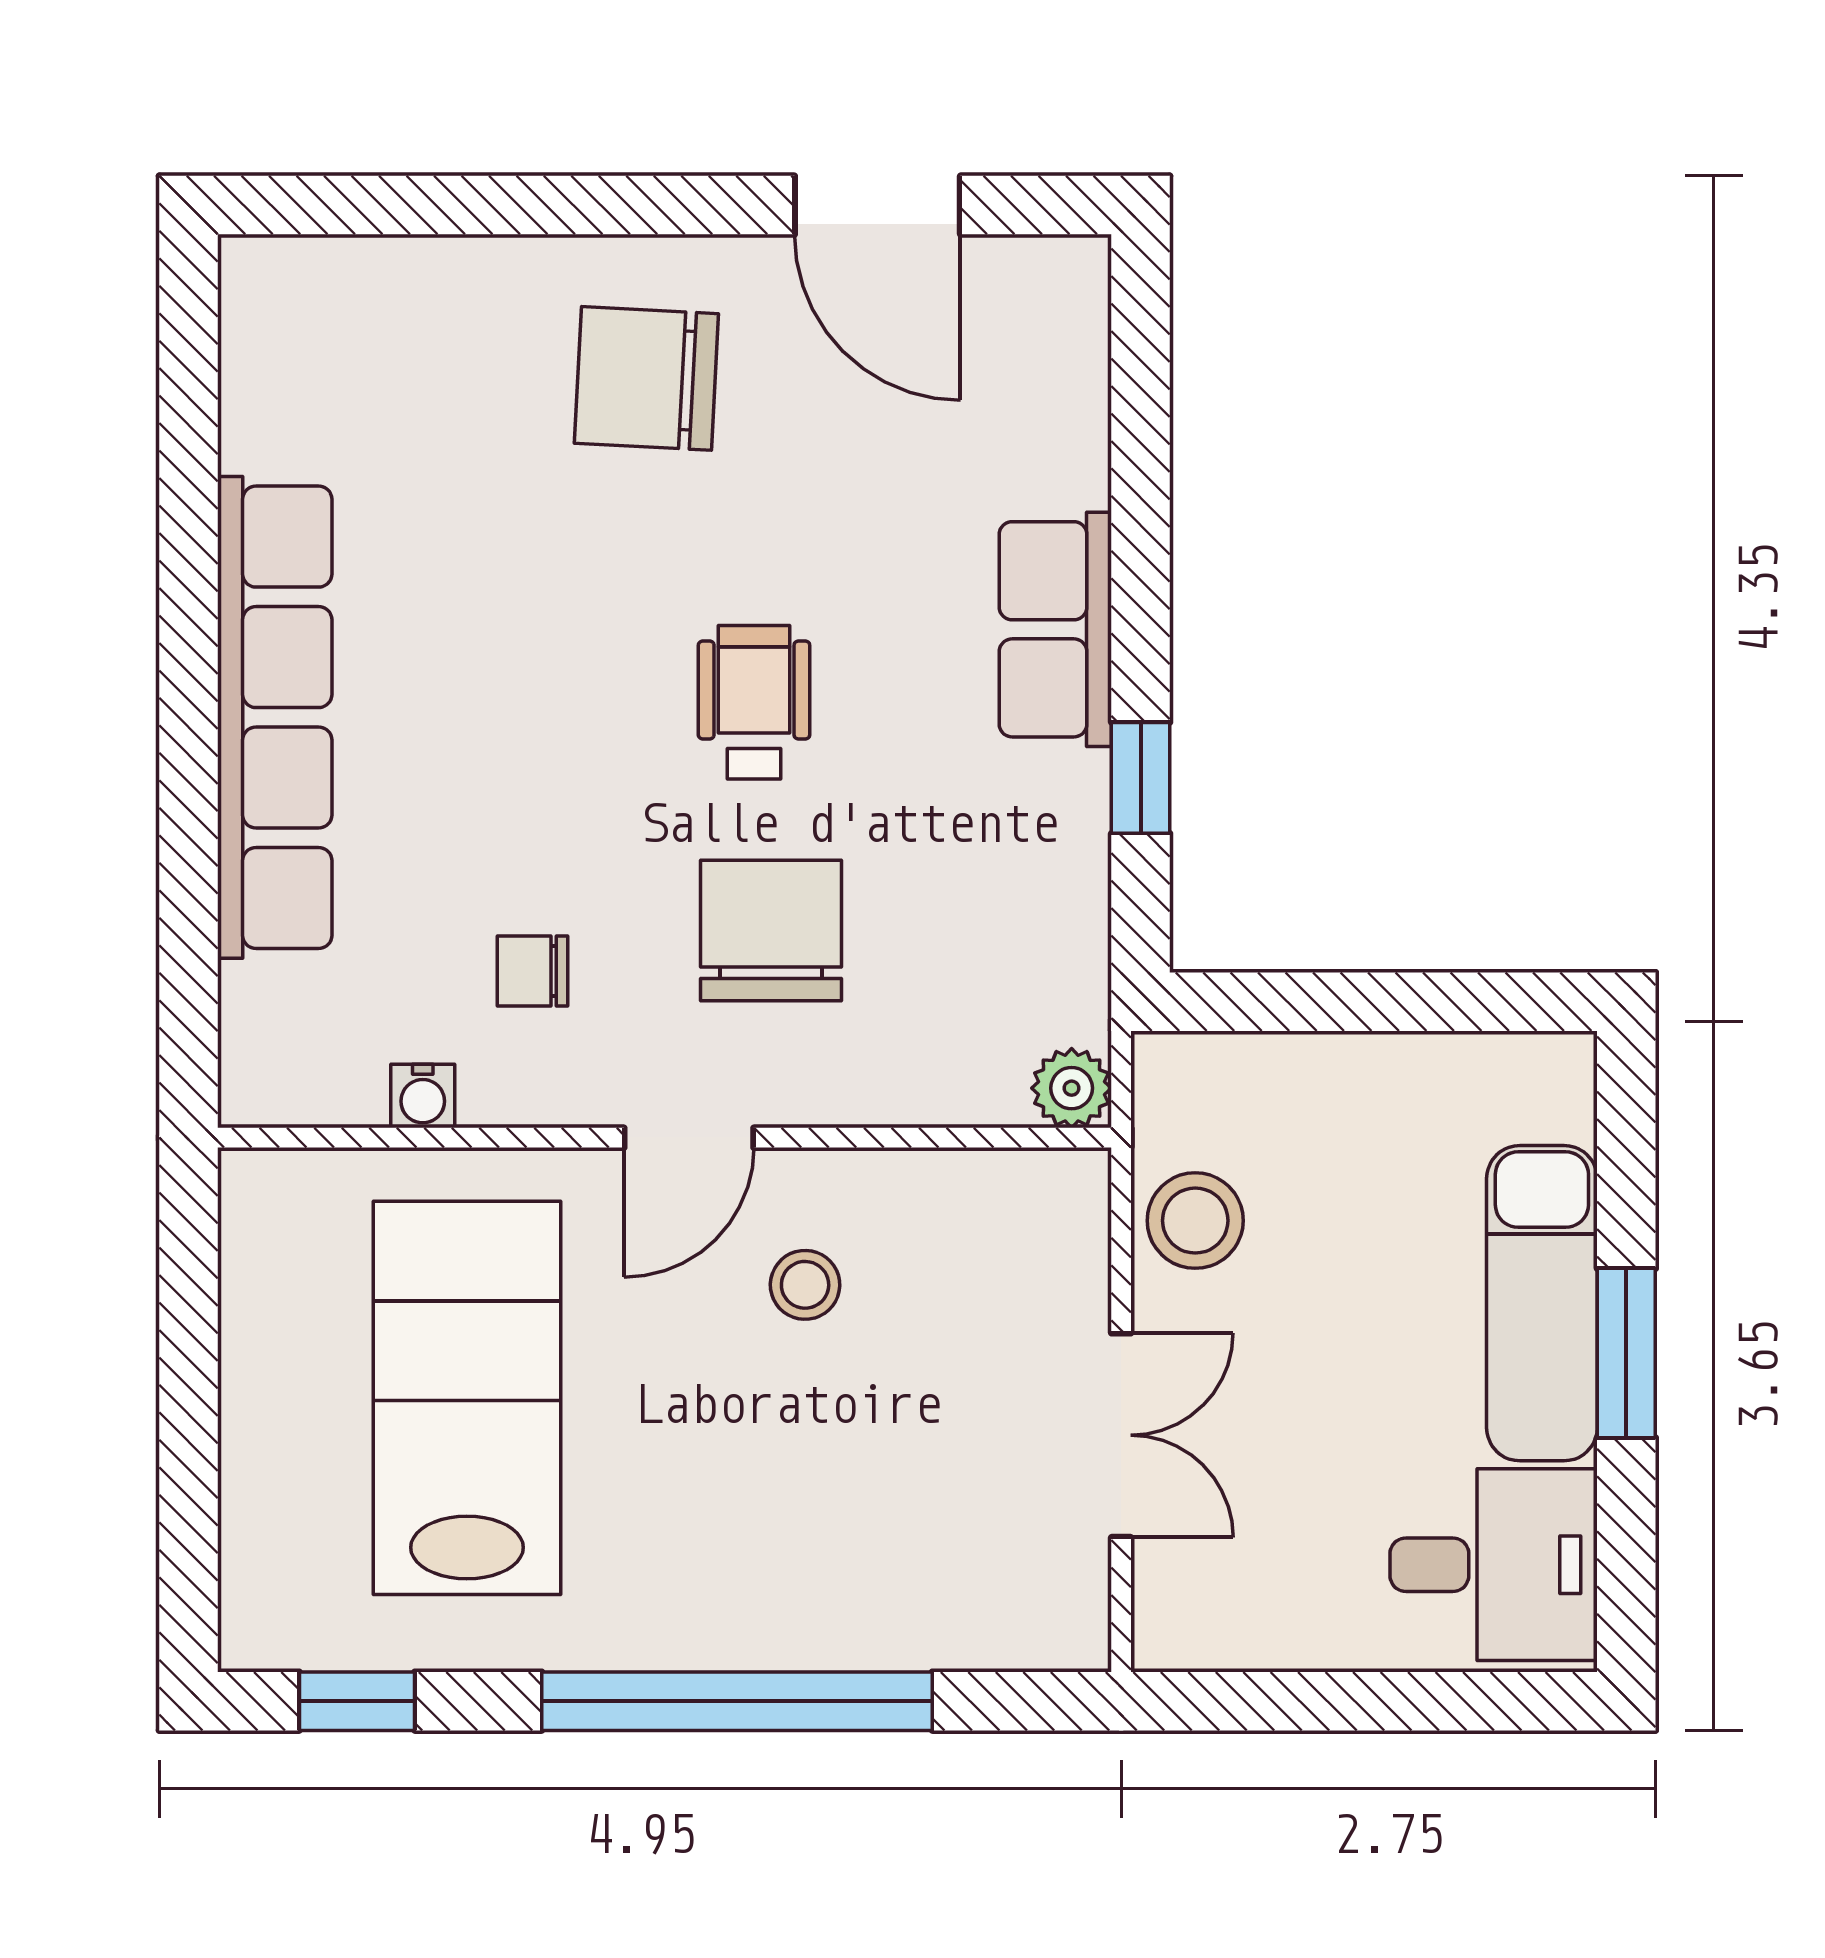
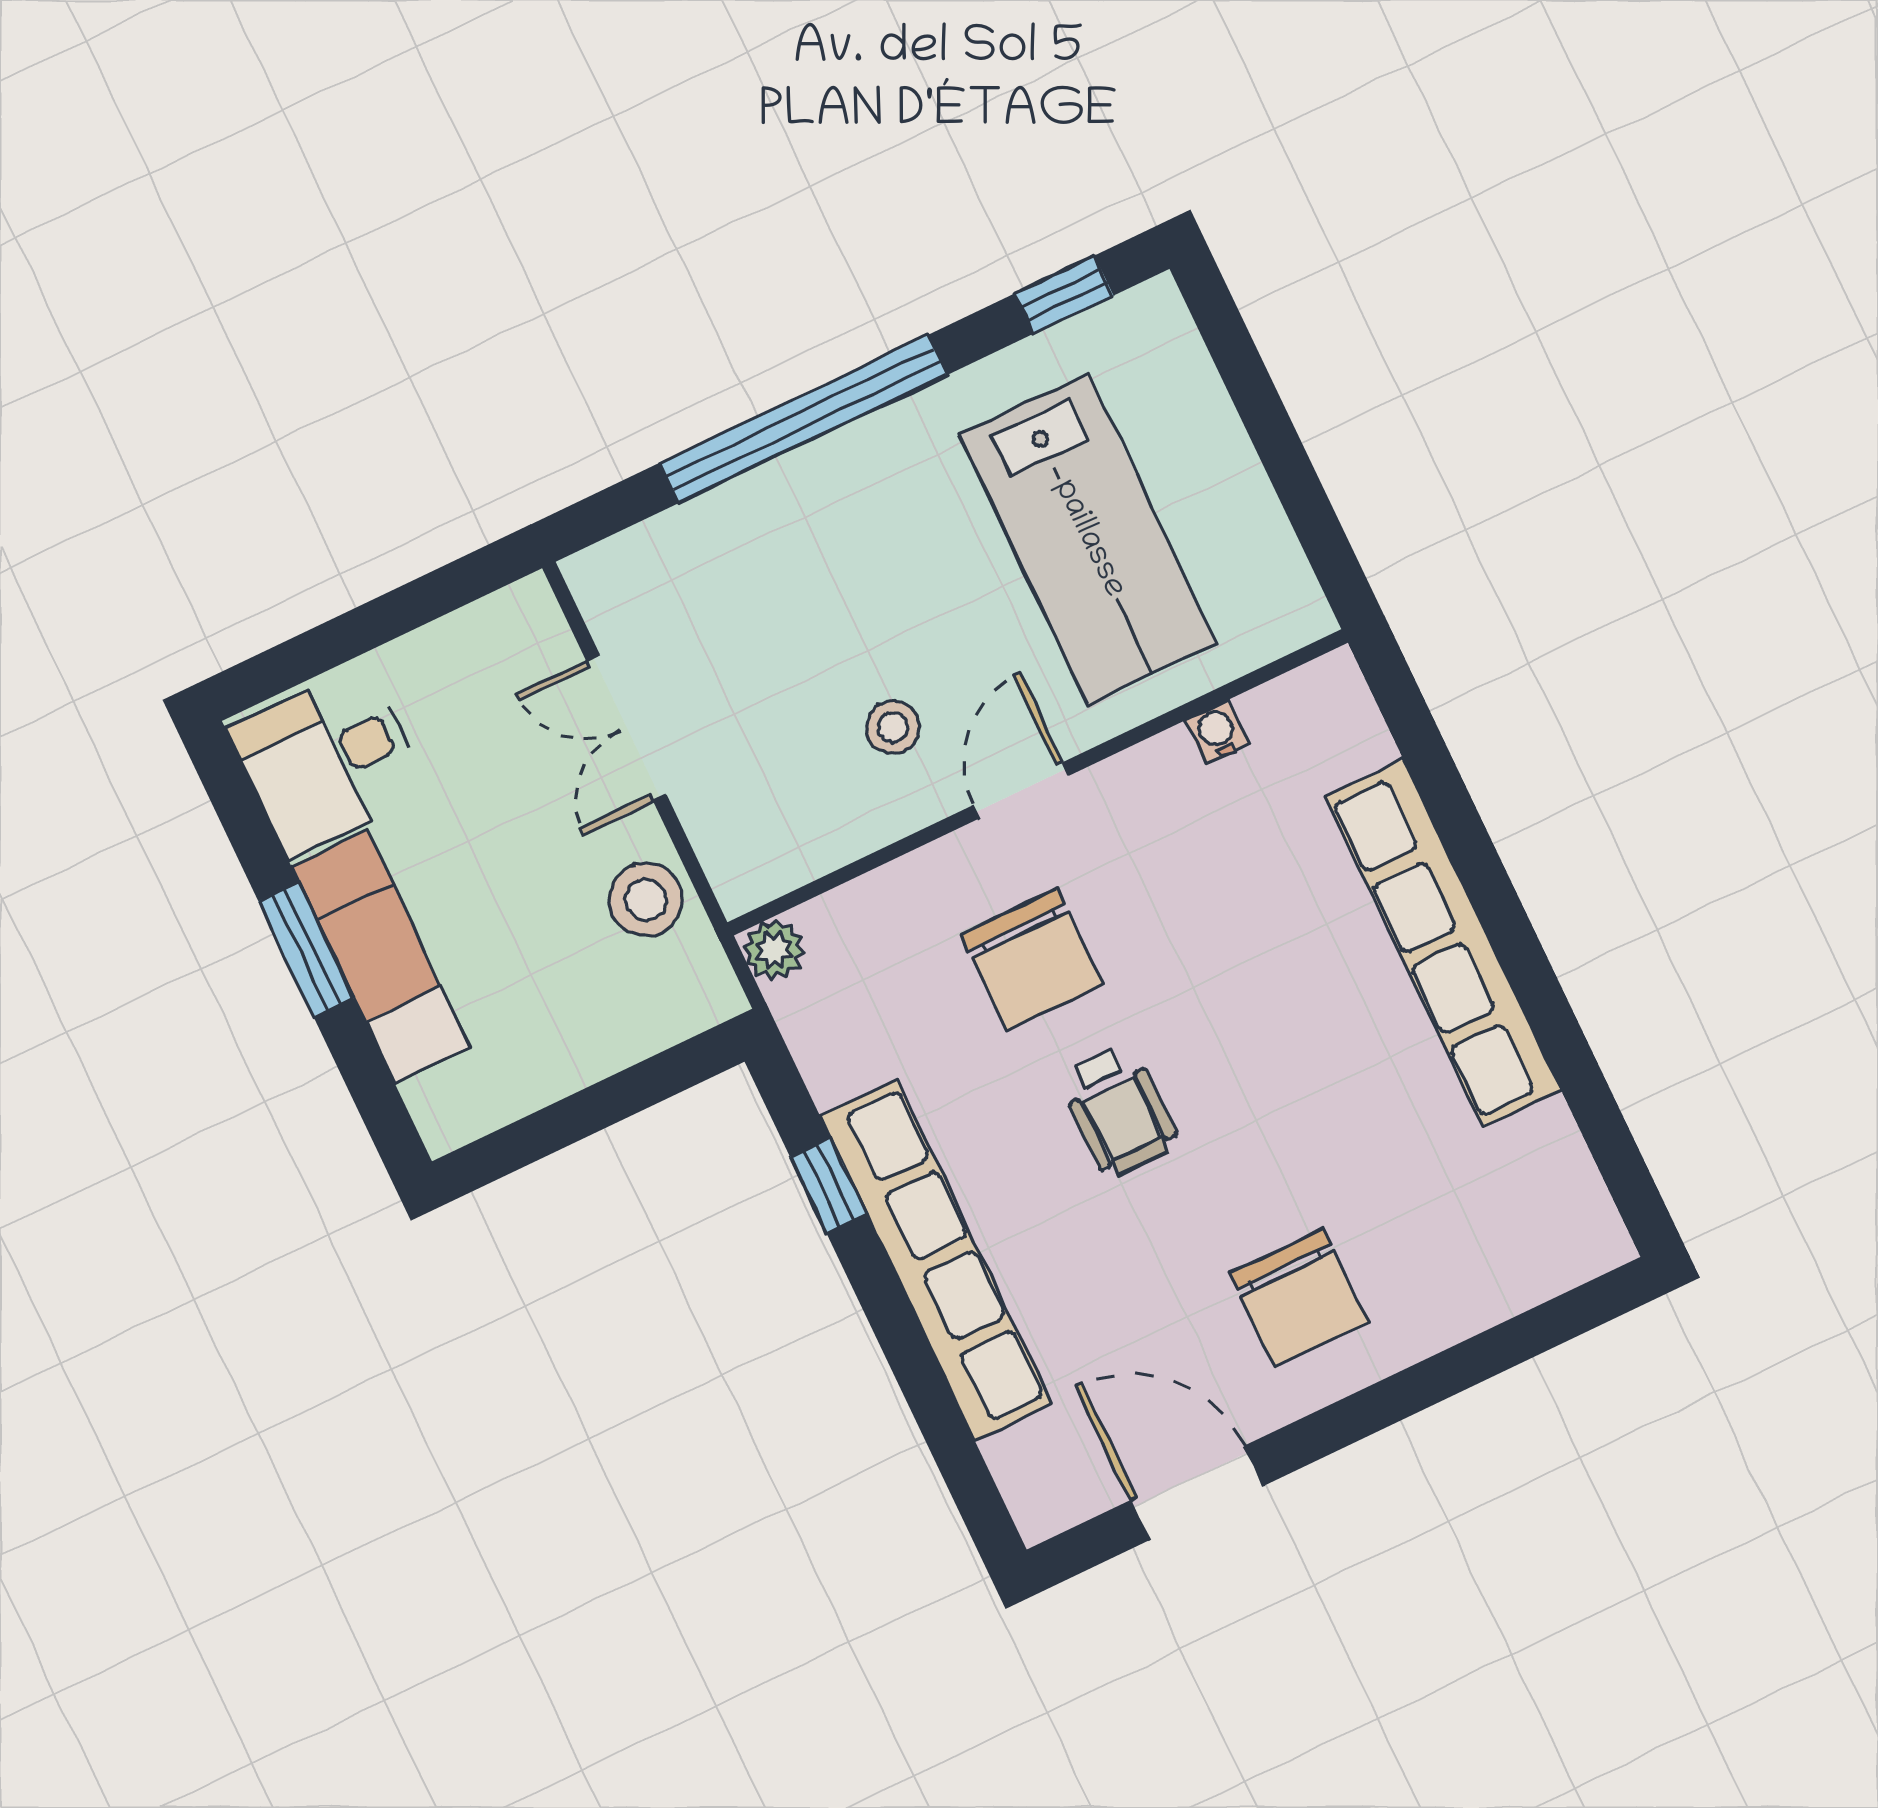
chair: (646, 378) -> (1299, 1298), turned 87
row of seats: (1055, 629) -> (936, 1260), width x2.02
chair: (532, 971) -> (1183, 854), removed

